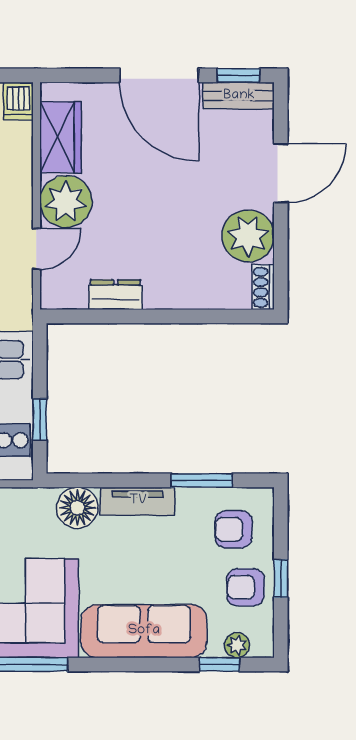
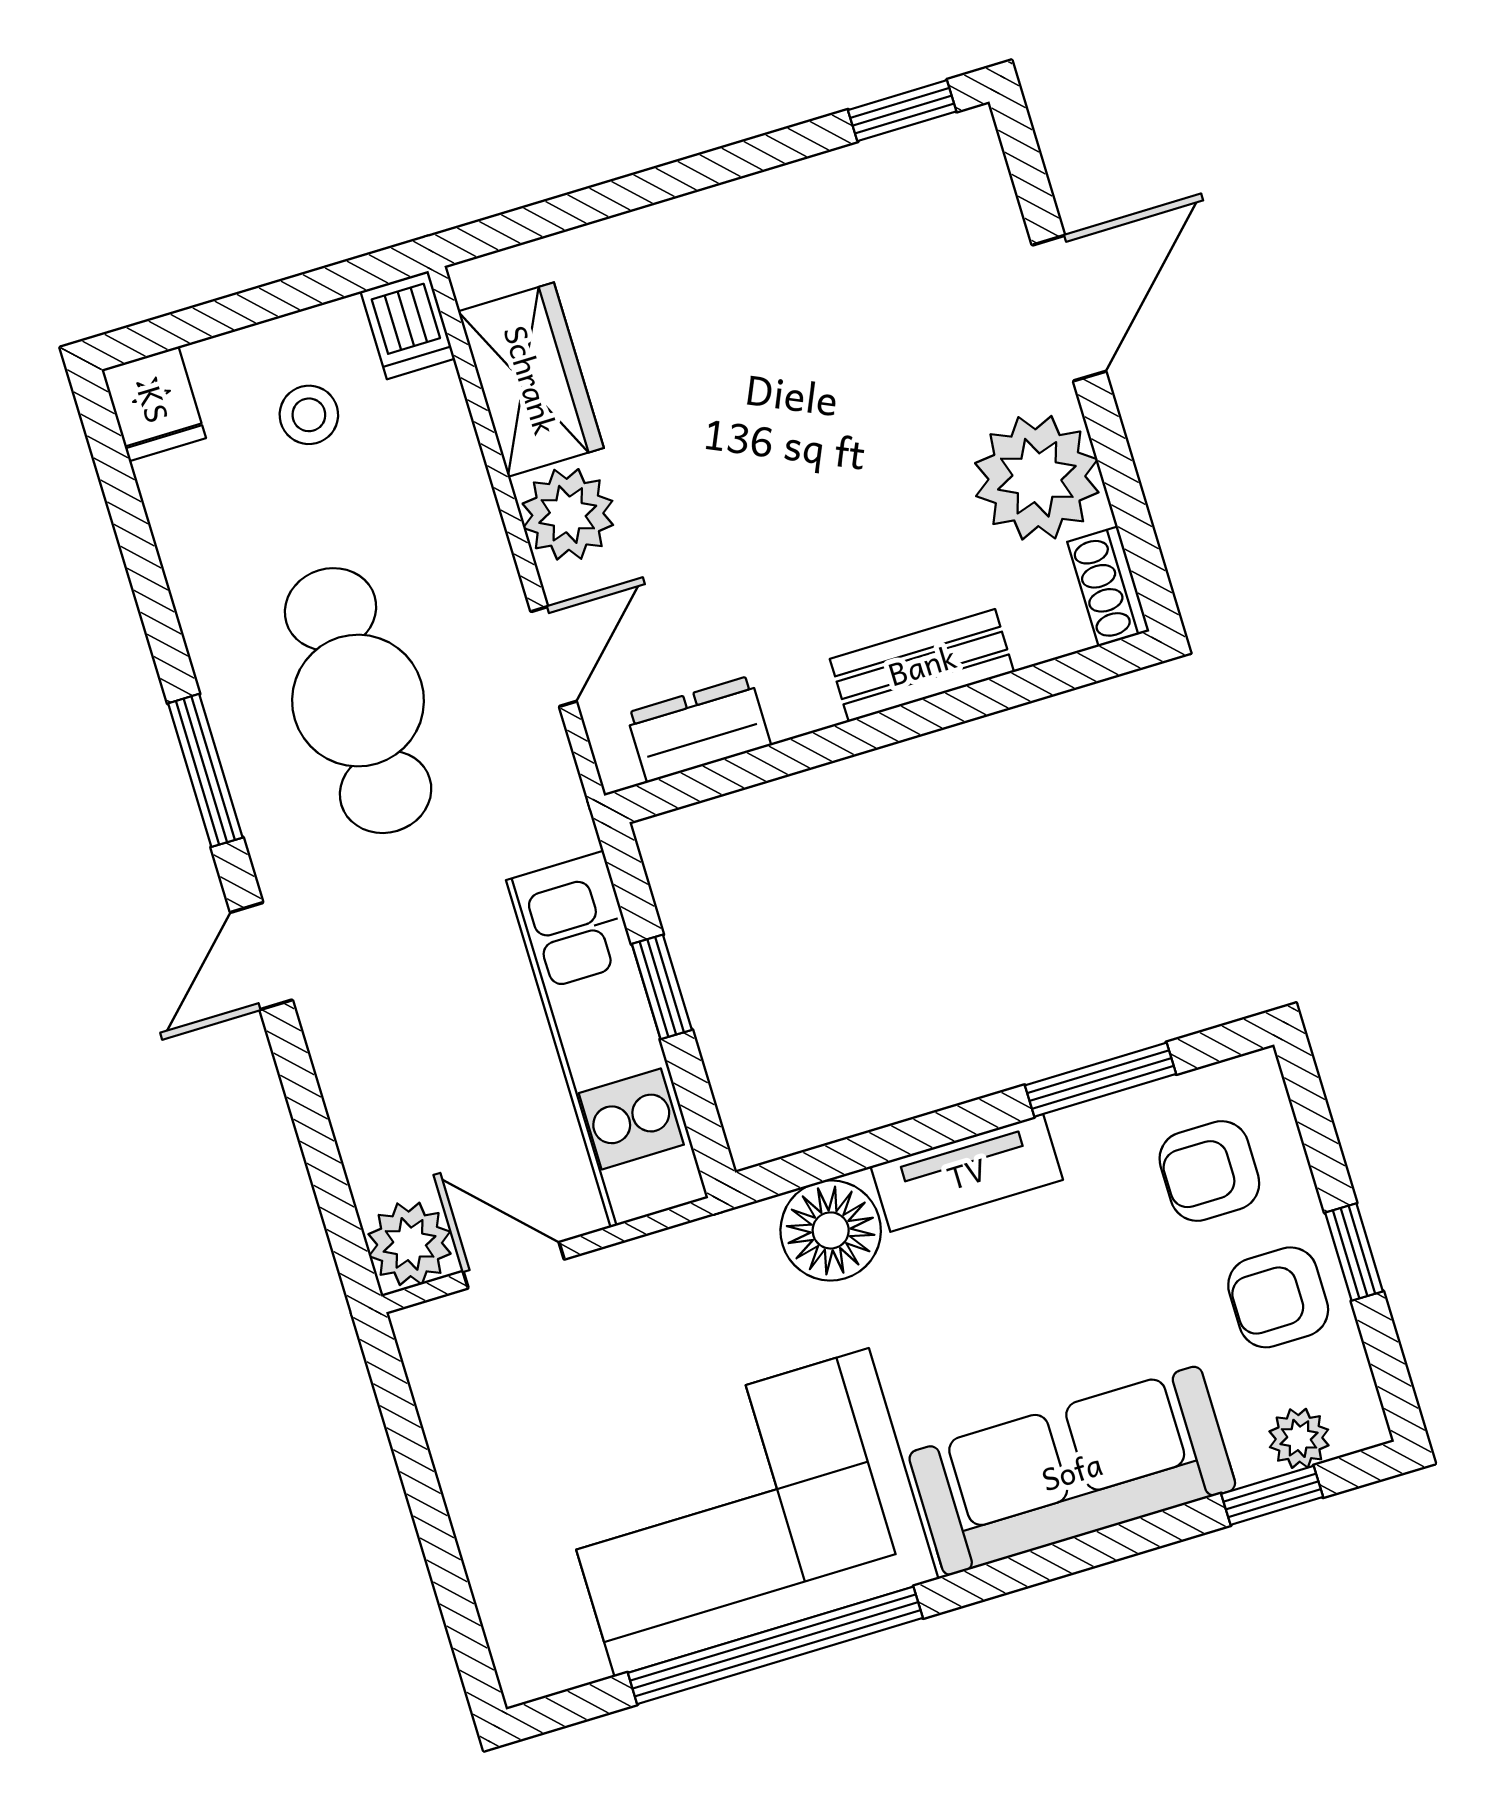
door: (159, 75) -> (717, 166), removed
bench: (239, 96) -> (922, 665), moved
plant: (66, 202) -> (568, 514), width x0.73, depth x0.73
dresser: (116, 295) -> (699, 729), moved
window: (40, 419) -> (662, 987), moved

